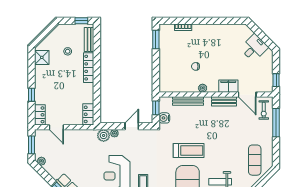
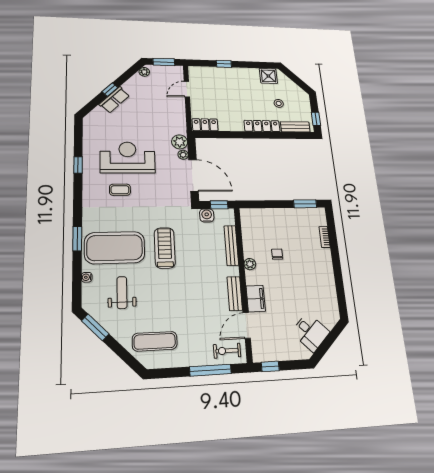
locker: (40, 115) -> (201, 72), removed
door: (132, 126) -> (193, 175), width x1.87
treadmill: (189, 151) -> (165, 248), turned 180

